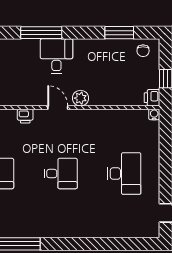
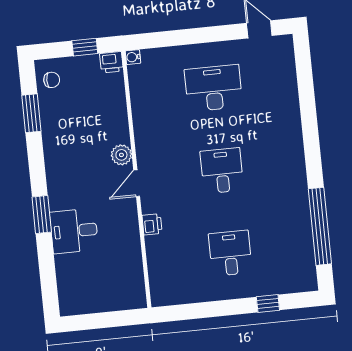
window: (41, 33) -> (42, 215), width x0.69
desk: (56, 56) -> (74, 231), moved

